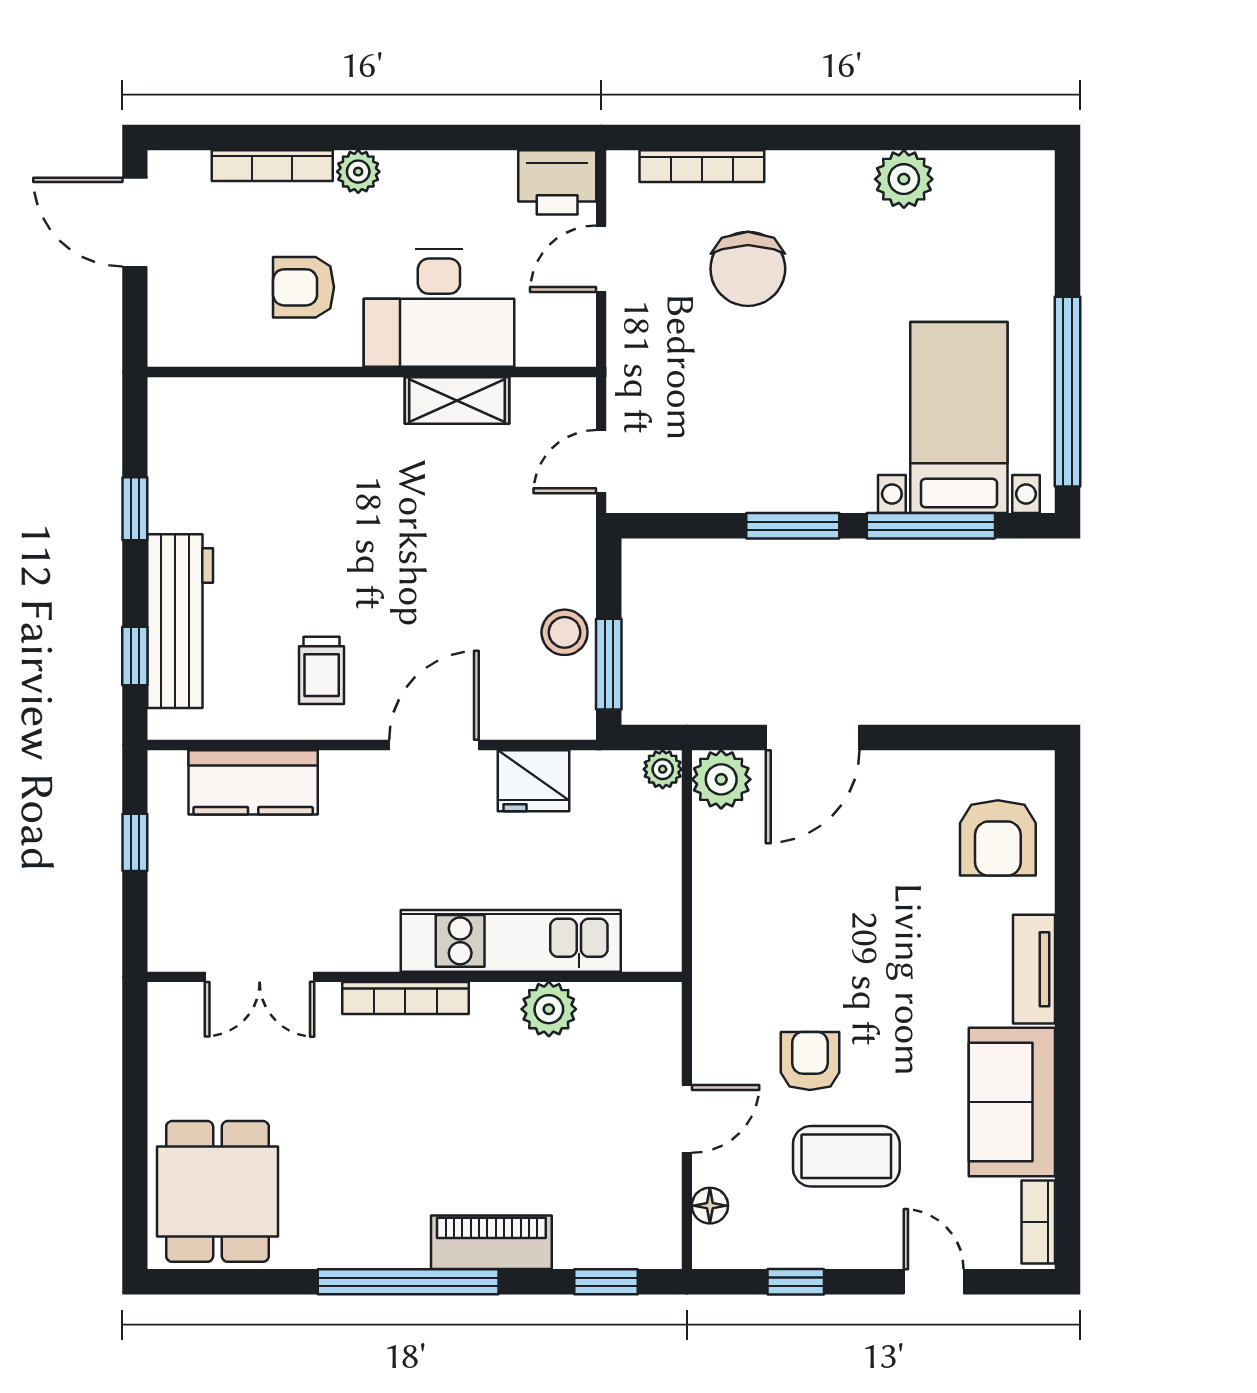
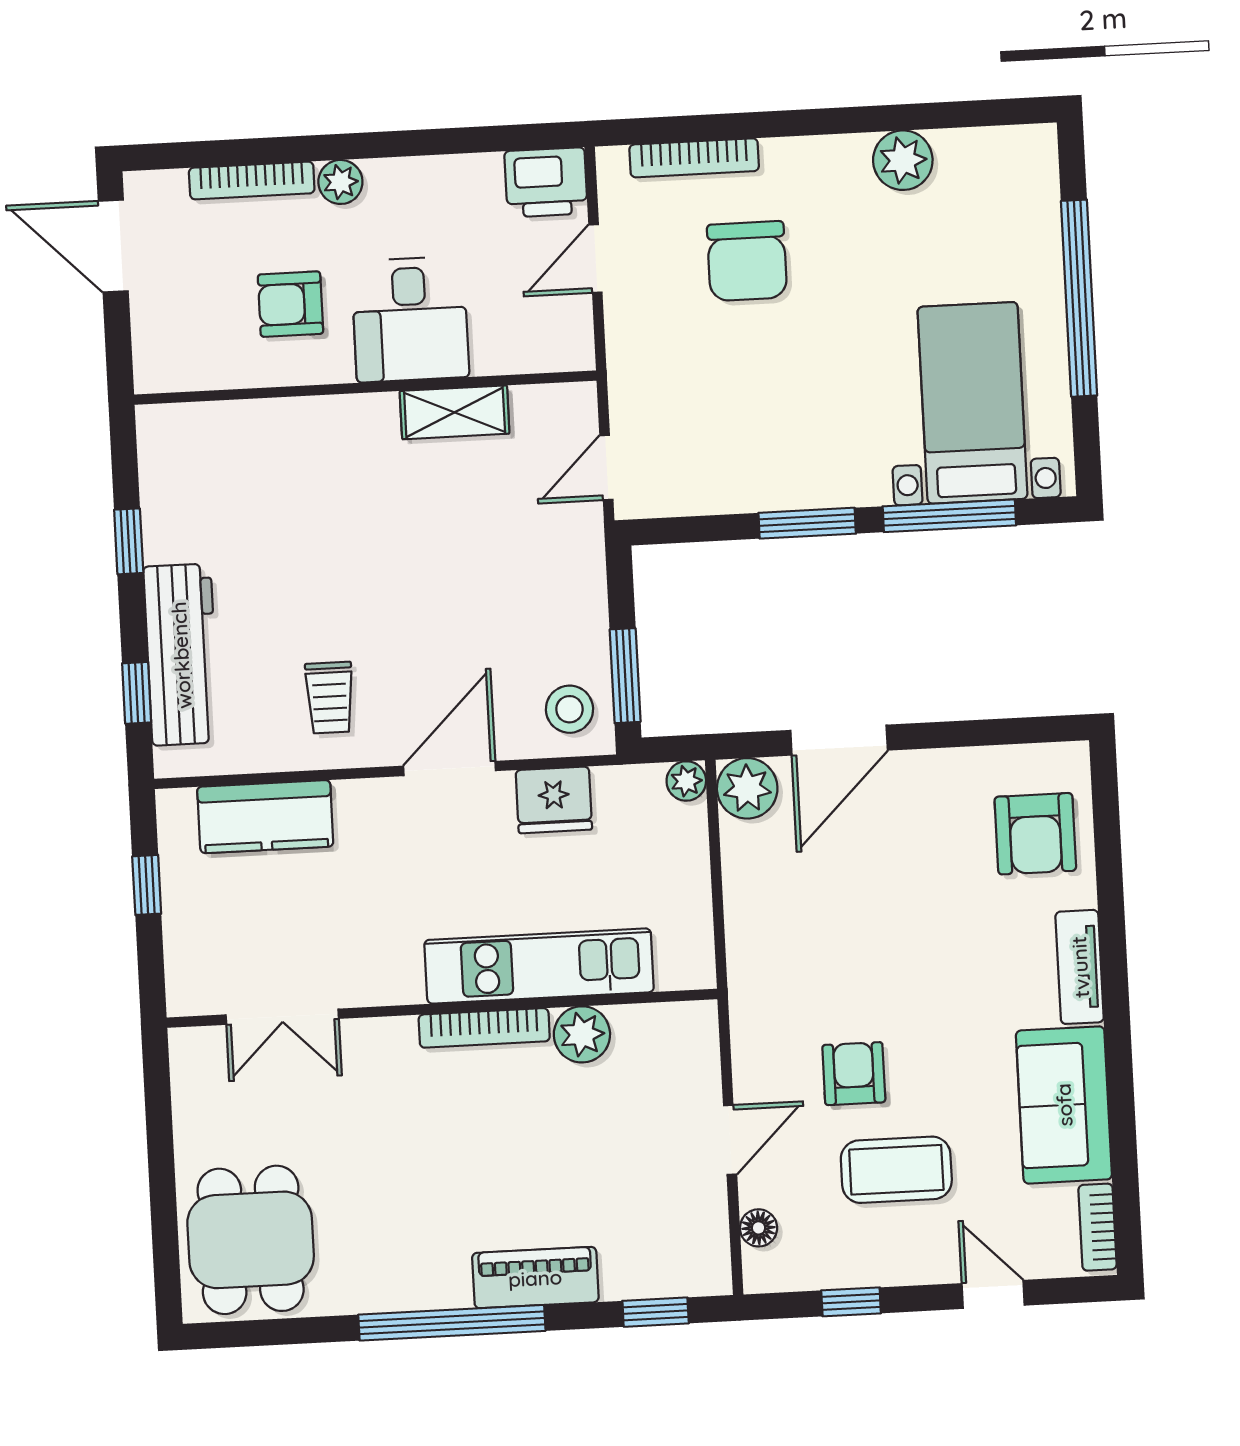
desk: (439, 308) -> (410, 319), width x0.73
window: (1067, 392) -> (1079, 298), moved
stool: (565, 632) -> (569, 709), moved
bookcase: (405, 998) -> (484, 1028), moved

